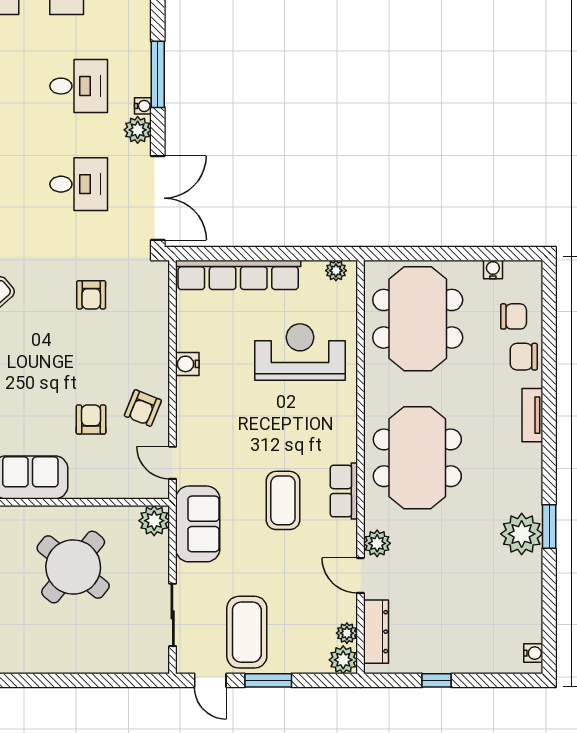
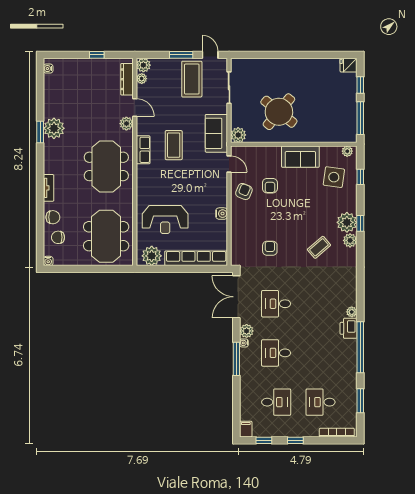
water cooler: (493, 269) -> (48, 261), moved
plant: (336, 271) -> (152, 256), width x1.87, depth x1.87

